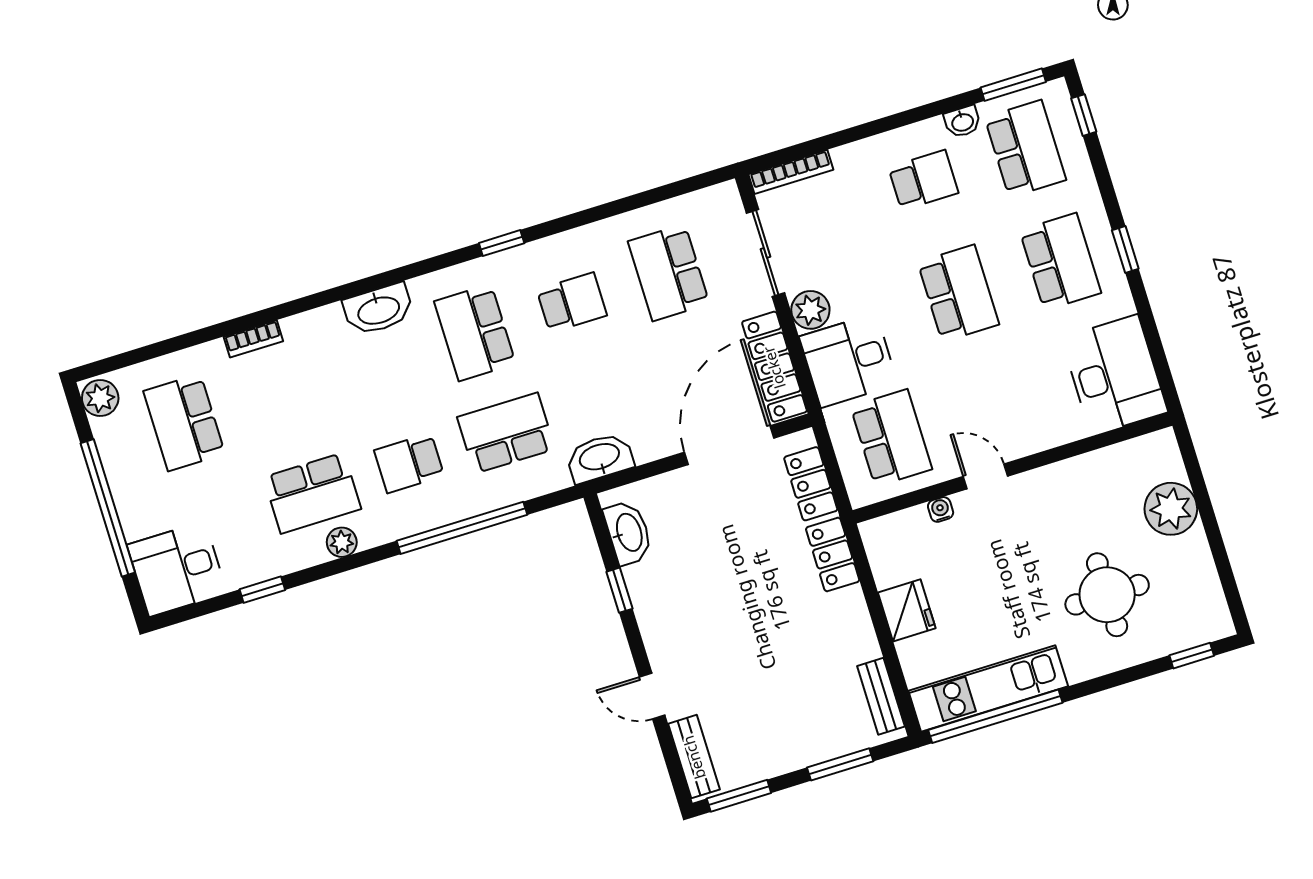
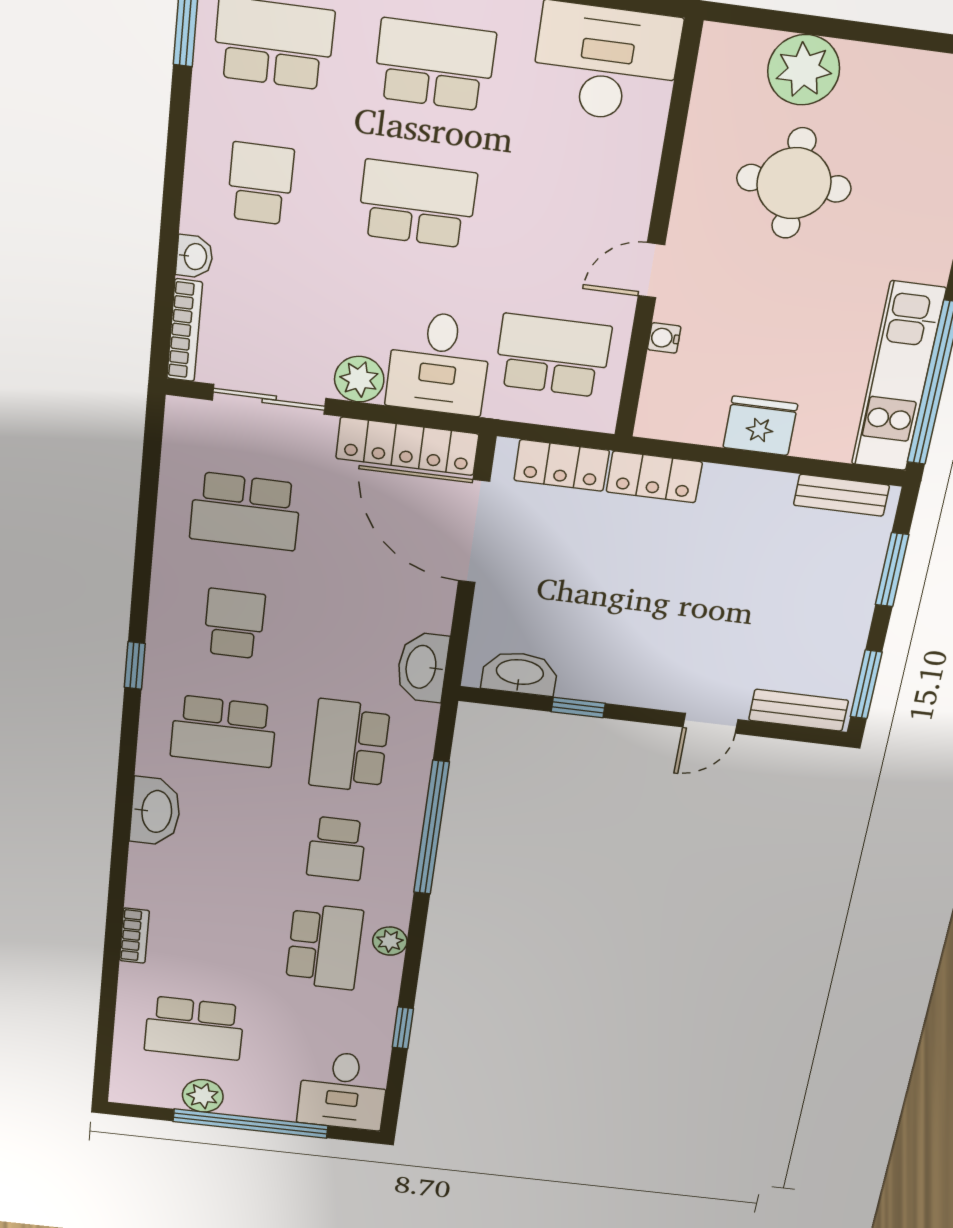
washbasin: (962, 122) -> (194, 257), moved
plant: (100, 398) -> (203, 1096), moved
round table: (1107, 595) -> (794, 183), moved

